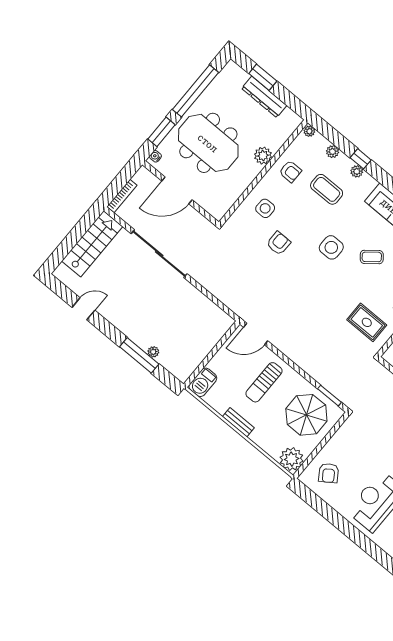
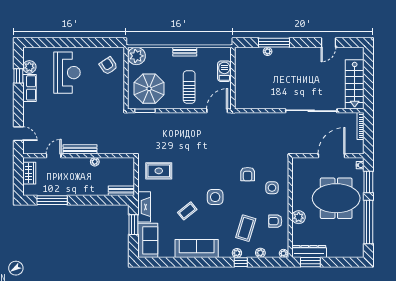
window: (263, 77) -> (310, 262), moved
dresser: (264, 97) -> (309, 252), moved
coffee table: (327, 189) -> (246, 228), turned -73
barbecue: (203, 382) -> (224, 71), moved

